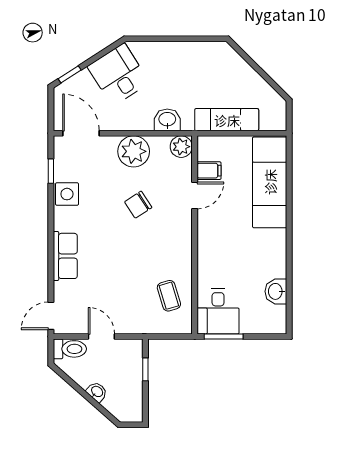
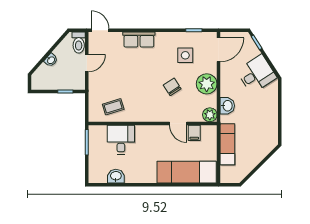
side table: (67, 194) -> (185, 55), moved
desk: (218, 311) -> (121, 140), moved, turned 90

